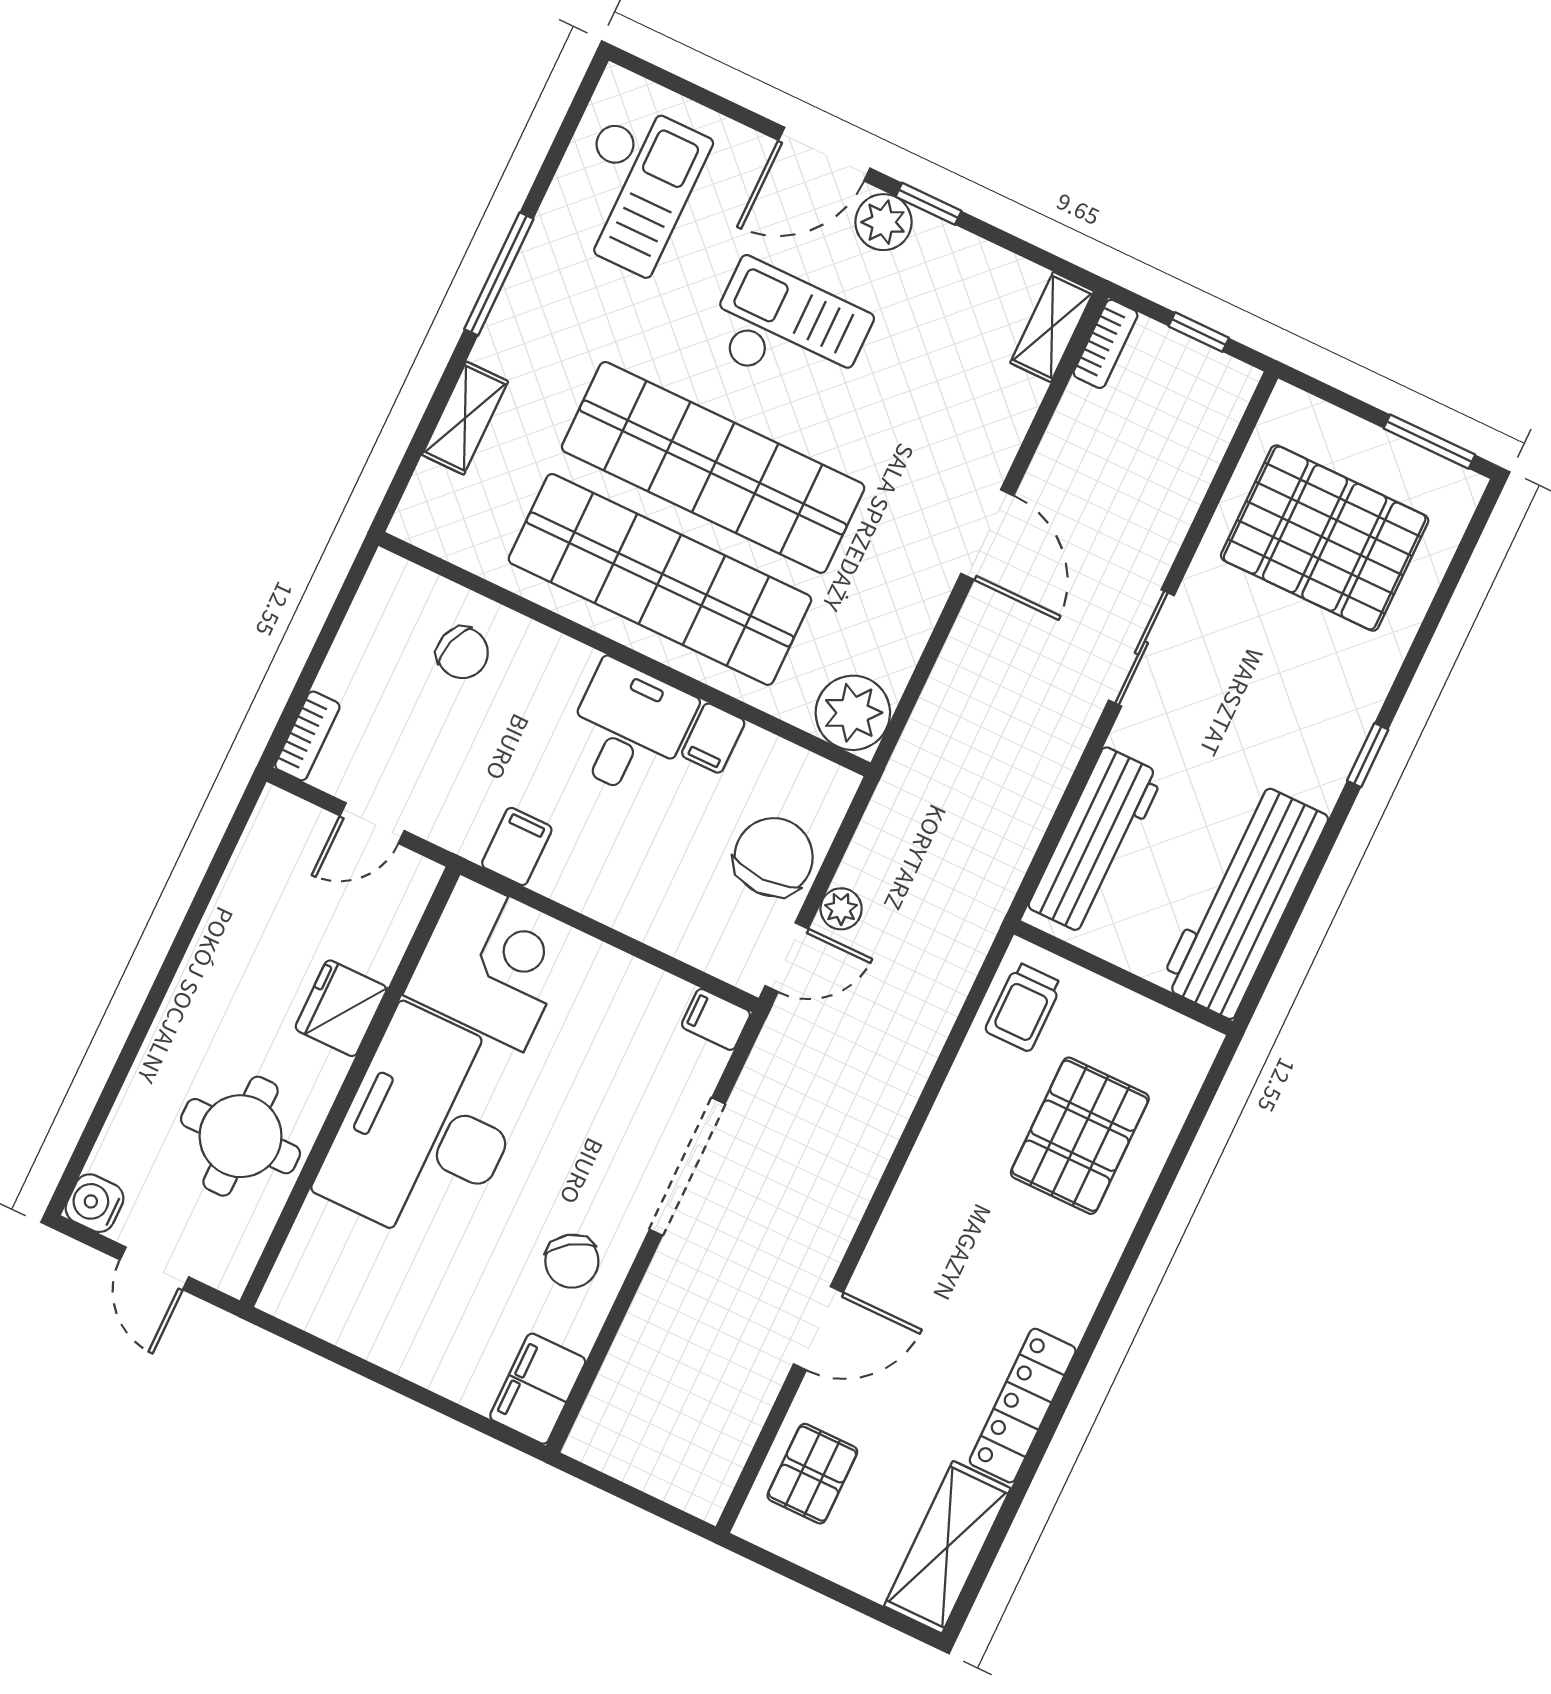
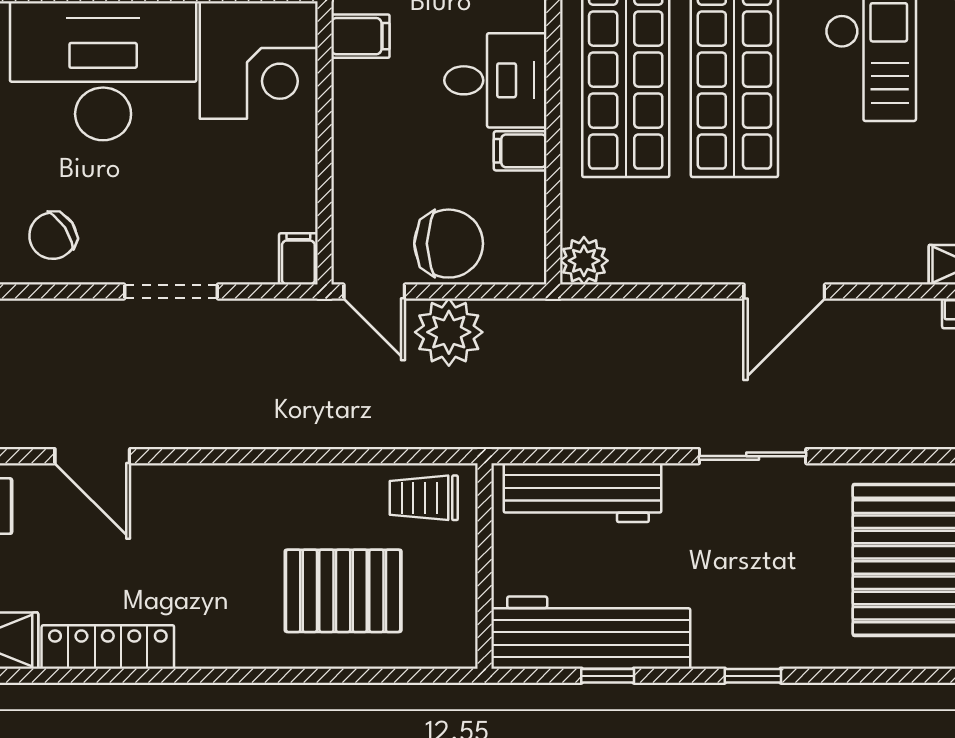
plant: (853, 713) -> (584, 261), width x0.73, depth x0.73
window: (1297, 905) -> (608, 676), added
plant: (841, 909) -> (449, 332), width x1.88, depth x1.88
doorway: (687, 1167) -> (171, 291), width x0.73

